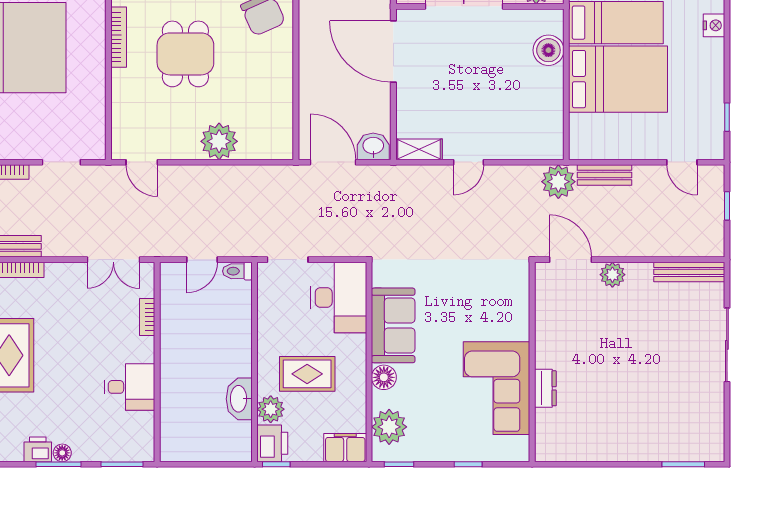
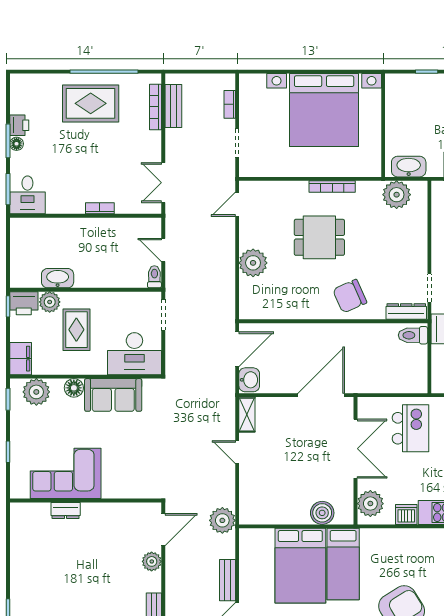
bench: (605, 175) -> (227, 580), moved
bookcase: (147, 317) -> (100, 208), moved
desk: (130, 387) -> (27, 195), moved

